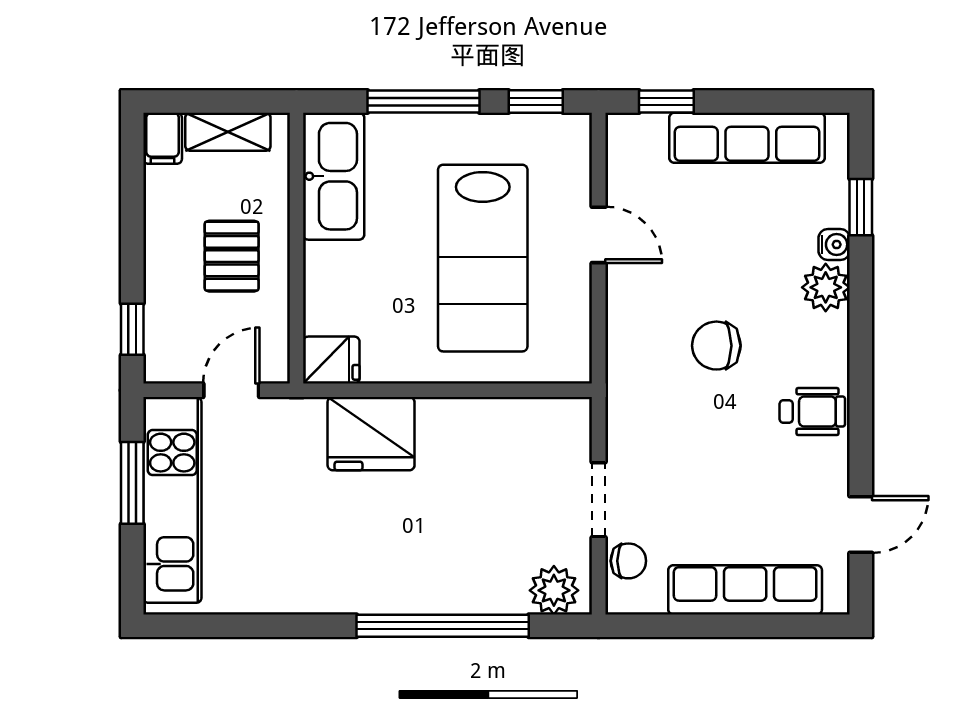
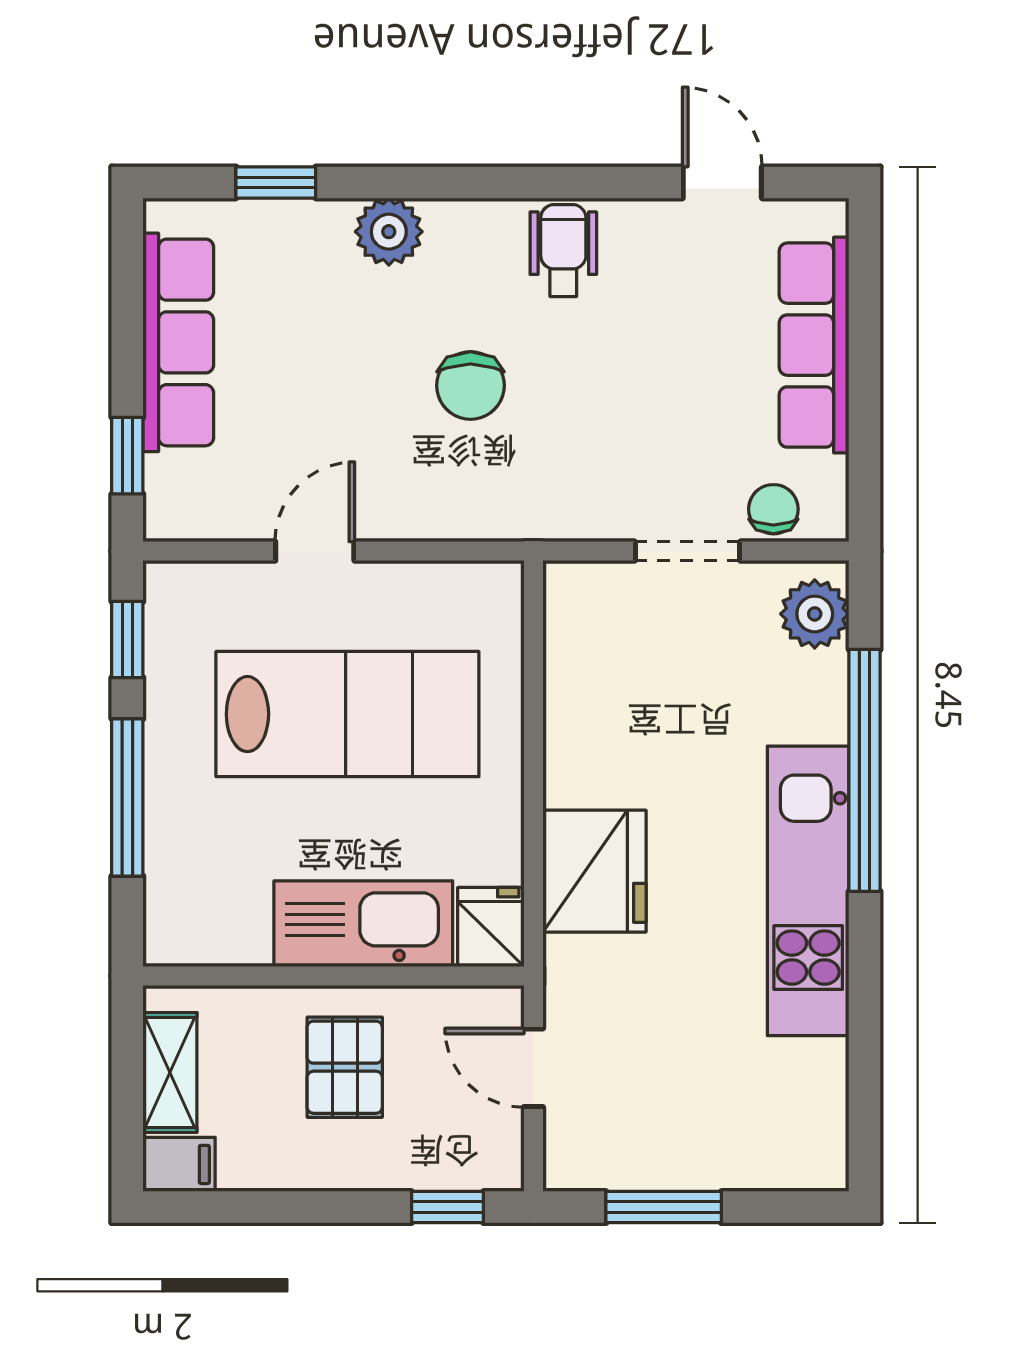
kitchen sink: (334, 176) -> (363, 924), moved
water cooler: (834, 244) -> (328, 220), removed
pallet: (232, 256) -> (345, 1067), turned 90
kitchen unit: (172, 500) -> (808, 891), moved, turned -90

